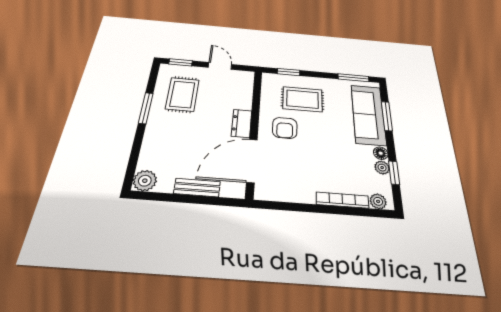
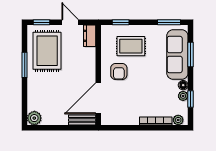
rug: (182, 94) -> (47, 51), width x1.36, depth x1.43
dresser: (242, 123) -> (90, 36), moved
bench: (197, 188) -> (82, 120), moved

